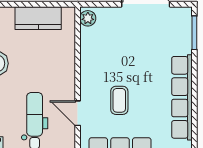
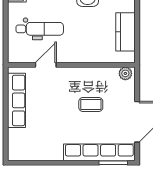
row of seats: (182, 97) -> (99, 152), moved
coffee table: (119, 100) -> (91, 104), moved

